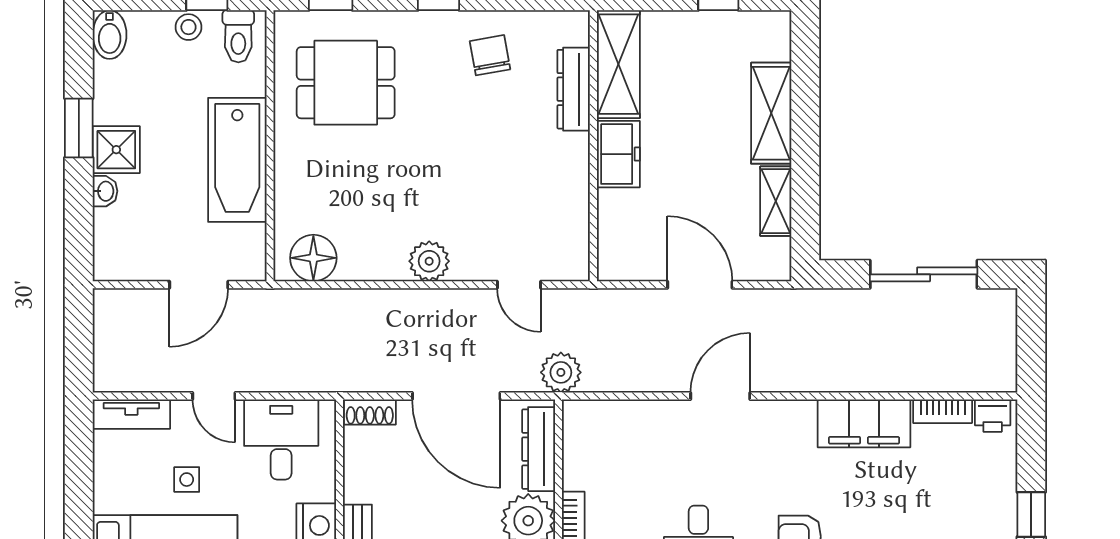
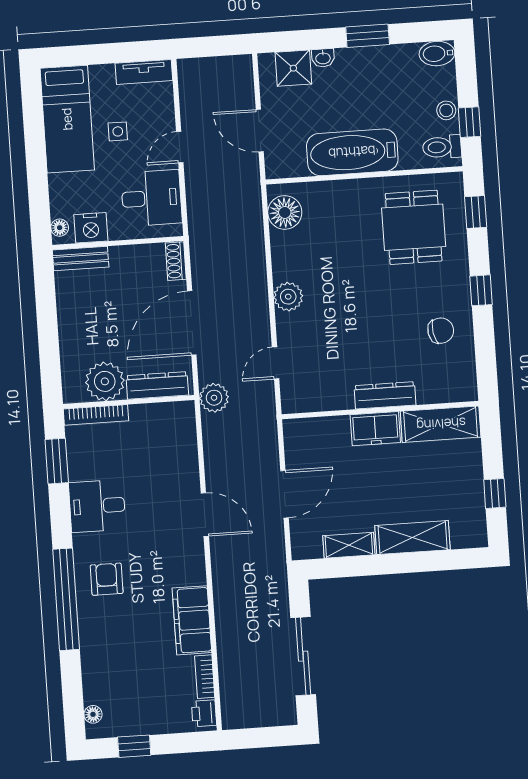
dresser: (574, 89) -> (385, 395), moved
shower: (116, 150) -> (293, 68), moved
tv unit: (131, 414) -> (144, 72), moved, turned -90

